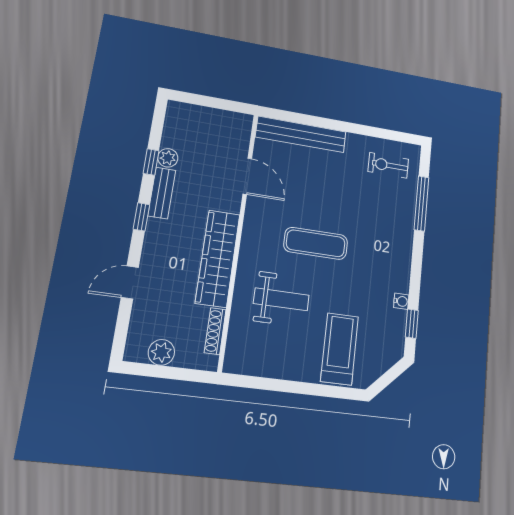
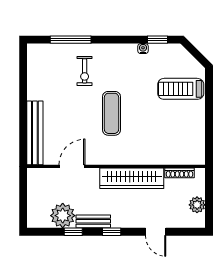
plant: (168, 158) -> (63, 216), width x1.88, depth x1.88
exercise bike: (388, 165) -> (85, 71), moved
weight bench: (281, 299) -> (153, 132), removed

